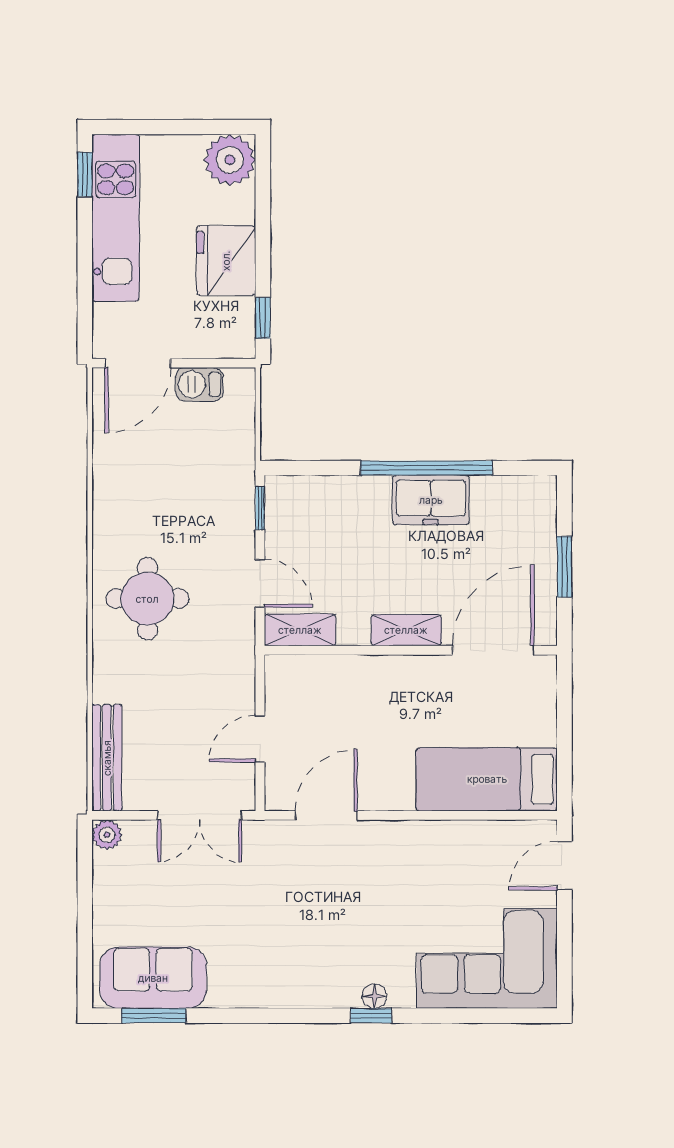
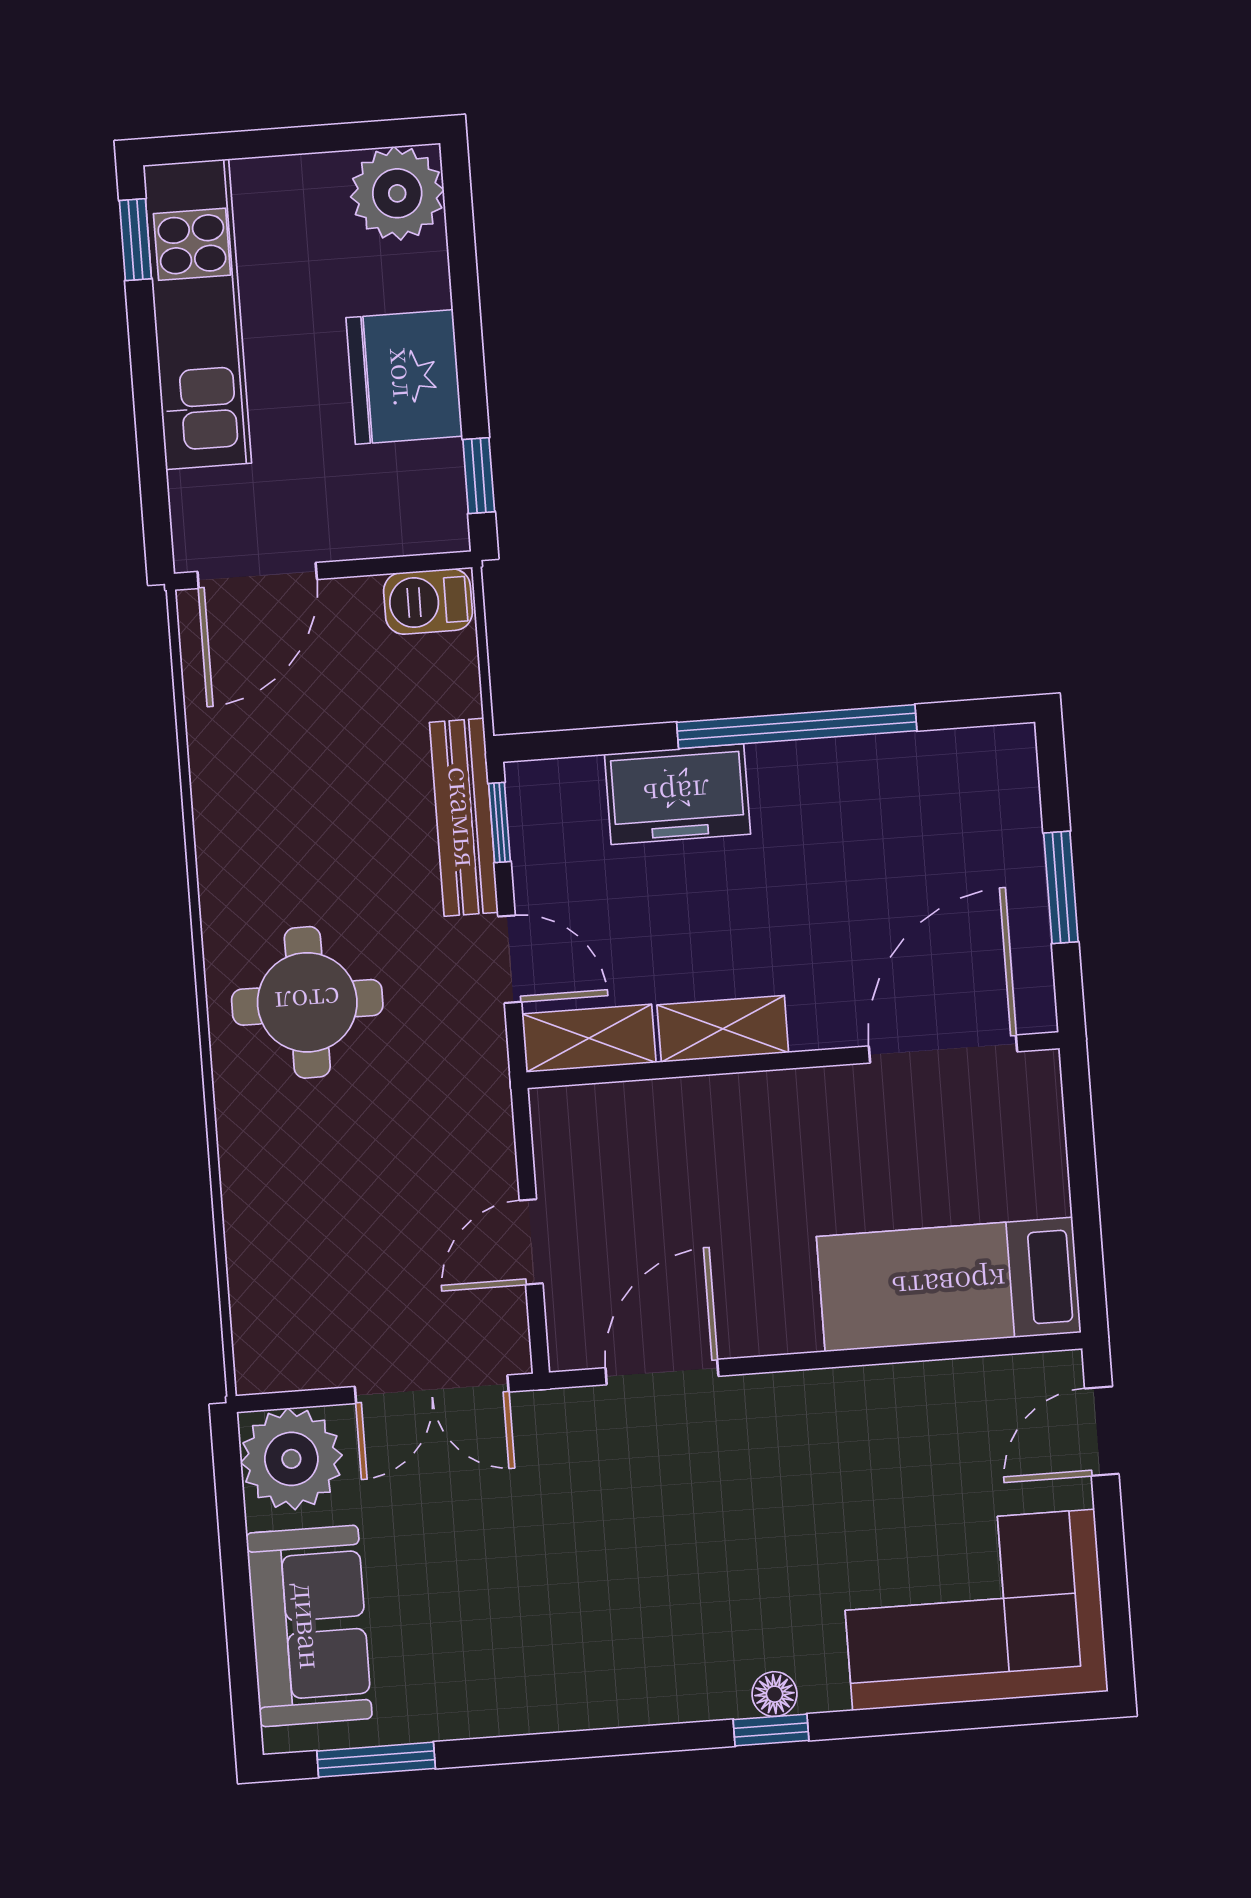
barbecue: (199, 384) -> (428, 601), moved
freezer: (431, 500) -> (677, 794), moved
shelving: (406, 630) -> (723, 1029), moved
bench: (107, 758) -> (464, 817), moved
plant: (107, 835) -> (291, 1459), width x1.87, depth x1.87
sofa: (153, 978) -> (309, 1626), moved, turned 90

